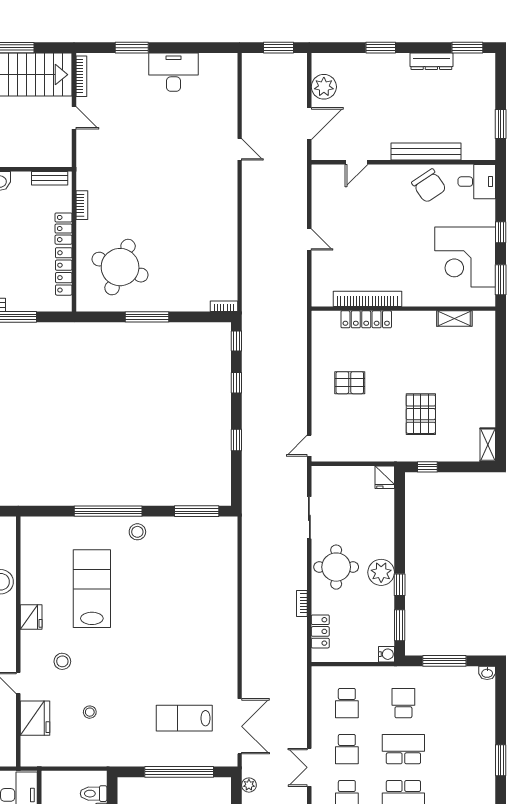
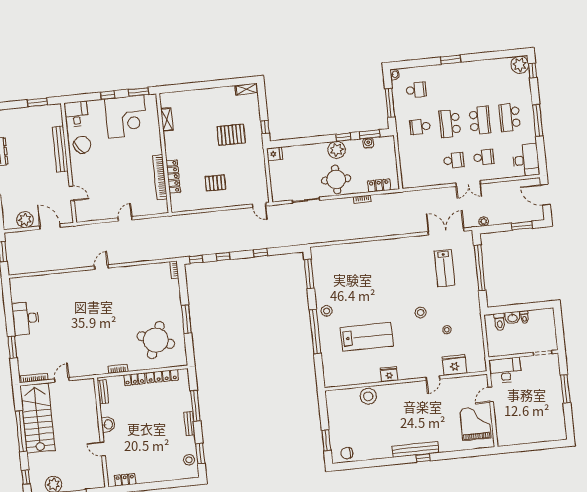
door: (240, 149) -> (101, 267), moved
pallet: (350, 383) -> (215, 183), turned 90
lab bench: (92, 589) -> (367, 337), turned 180
water cooler: (387, 654) -> (368, 143), moved
stool: (62, 661) -> (421, 312), moved
school desk: (347, 703) -> (416, 90), moved

